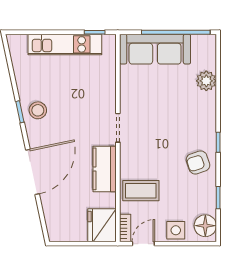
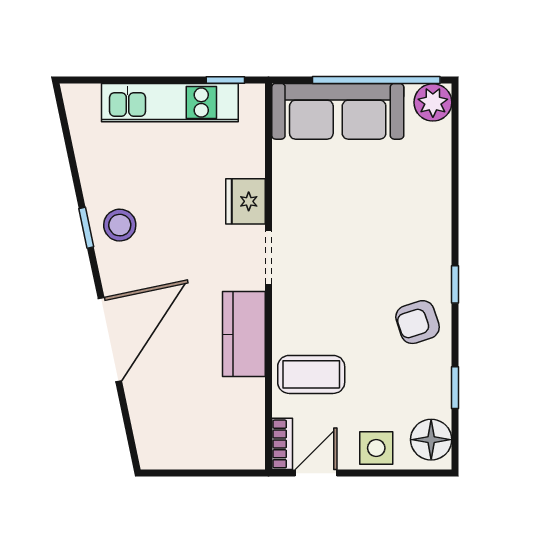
plant: (206, 81) -> (433, 102), moved
fridge: (102, 225) -> (246, 201), moved, width x0.73, depth x0.75

